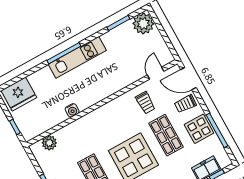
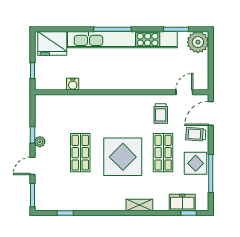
kitchen unit: (77, 57) -> (122, 40), width x1.86
door: (188, 79) -> (211, 113), hinge flipped
water cooler: (72, 110) -> (73, 84), moved
plant: (49, 143) -> (55, 102), removed

